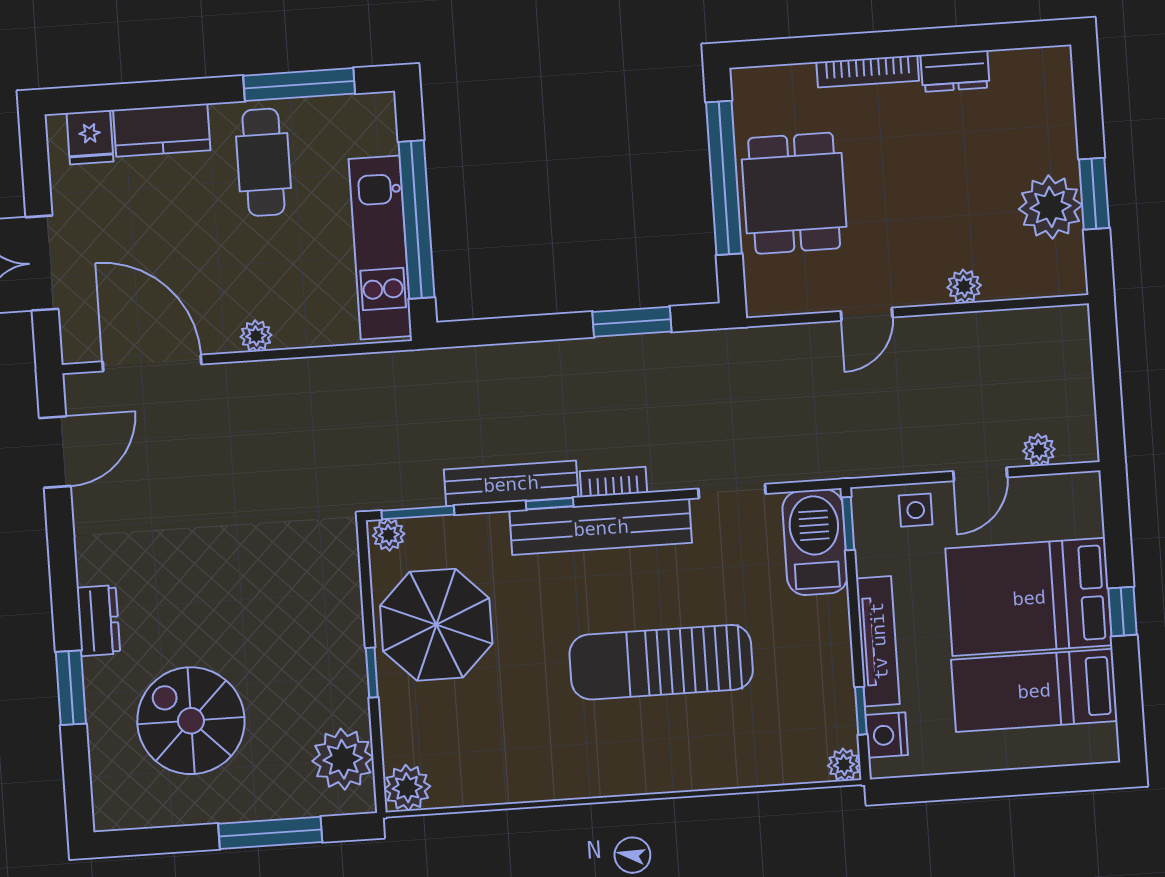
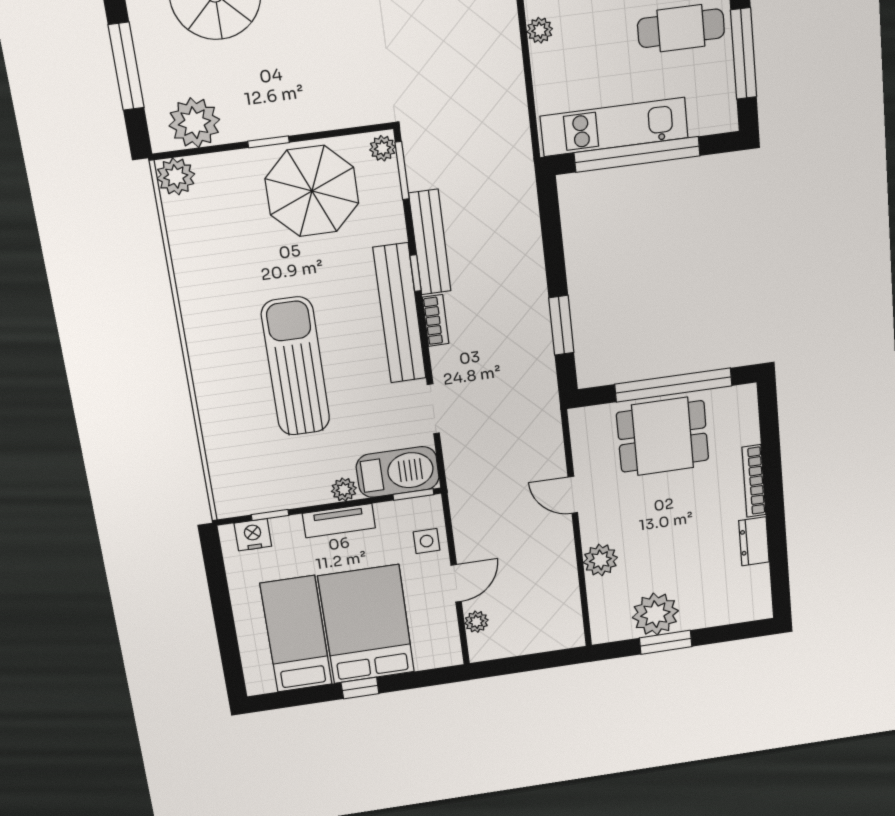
plant: (964, 286) -> (600, 560), width x1.38, depth x1.38
door: (980, 474) -> (456, 583), swing flipped
tv unit: (878, 641) -> (339, 521), width x0.71
plant: (844, 765) -> (344, 490), moved

